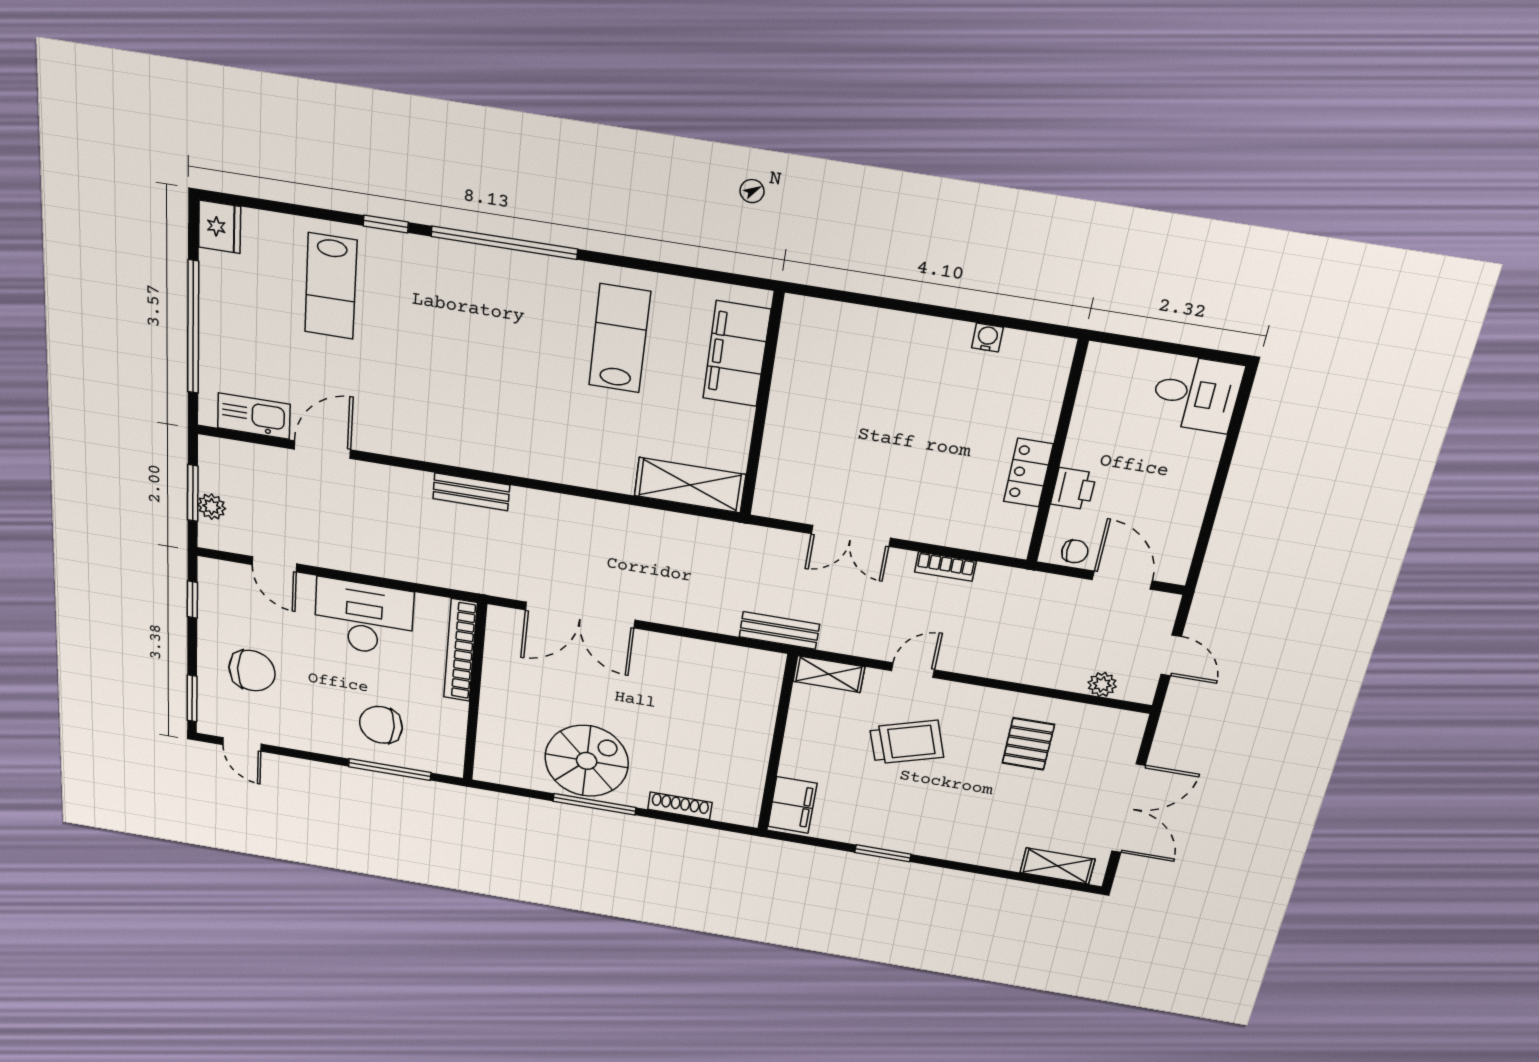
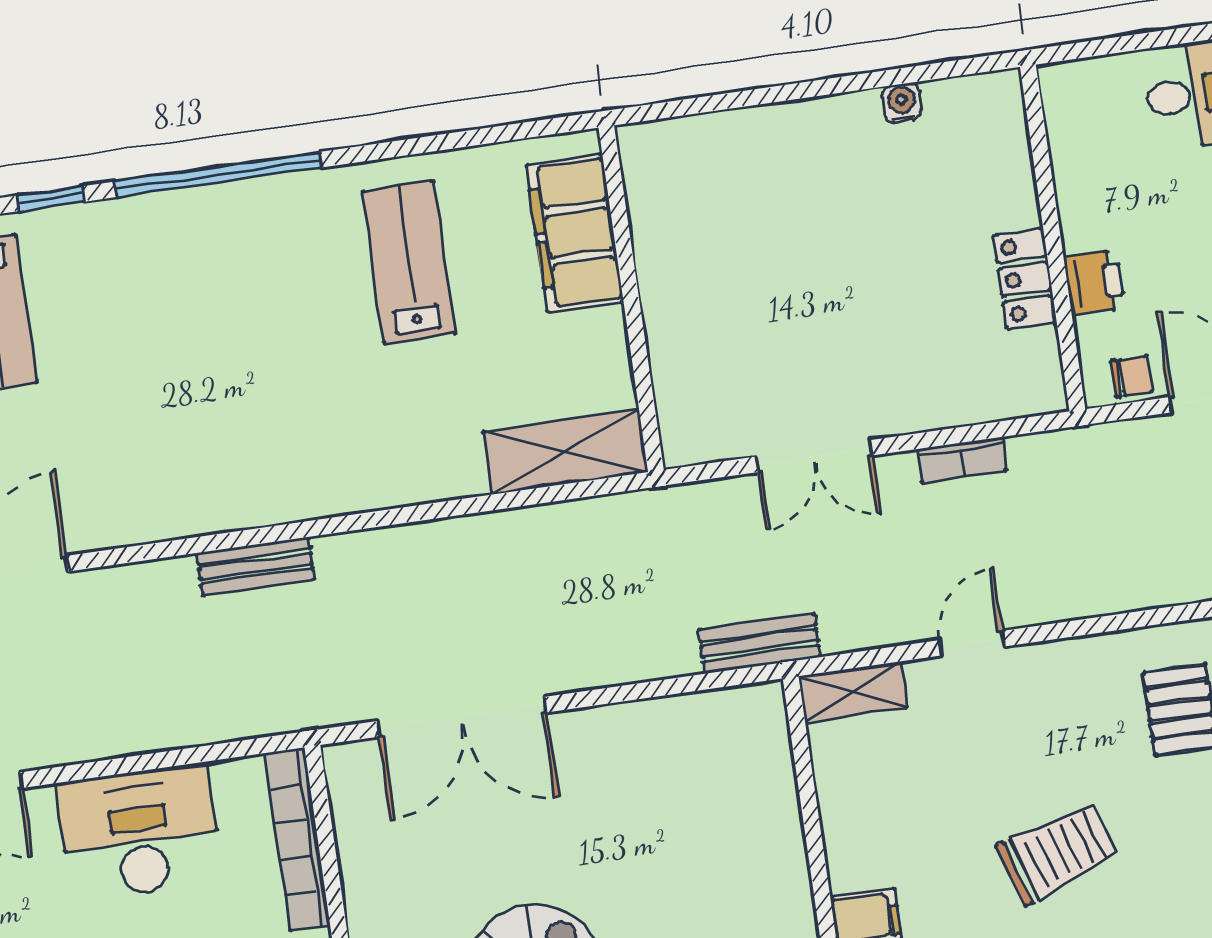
trolley: (907, 742) -> (1058, 853), moved

